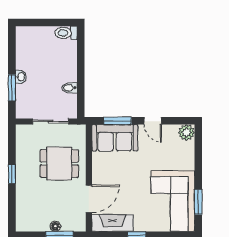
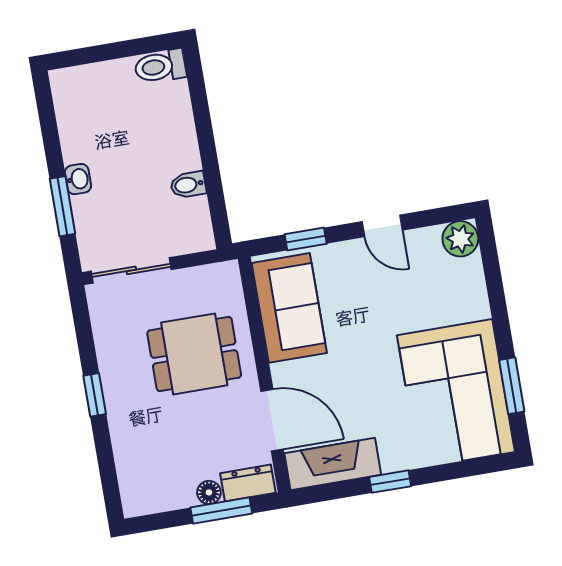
sliding door: (51, 121) -> (131, 270), moved
window: (118, 121) -> (306, 239), width x0.67
sofa: (115, 138) -> (289, 308), moved, turned -90
door: (89, 199) -> (272, 420), hinge flipped
dresser: (73, 225) -> (248, 483), added

